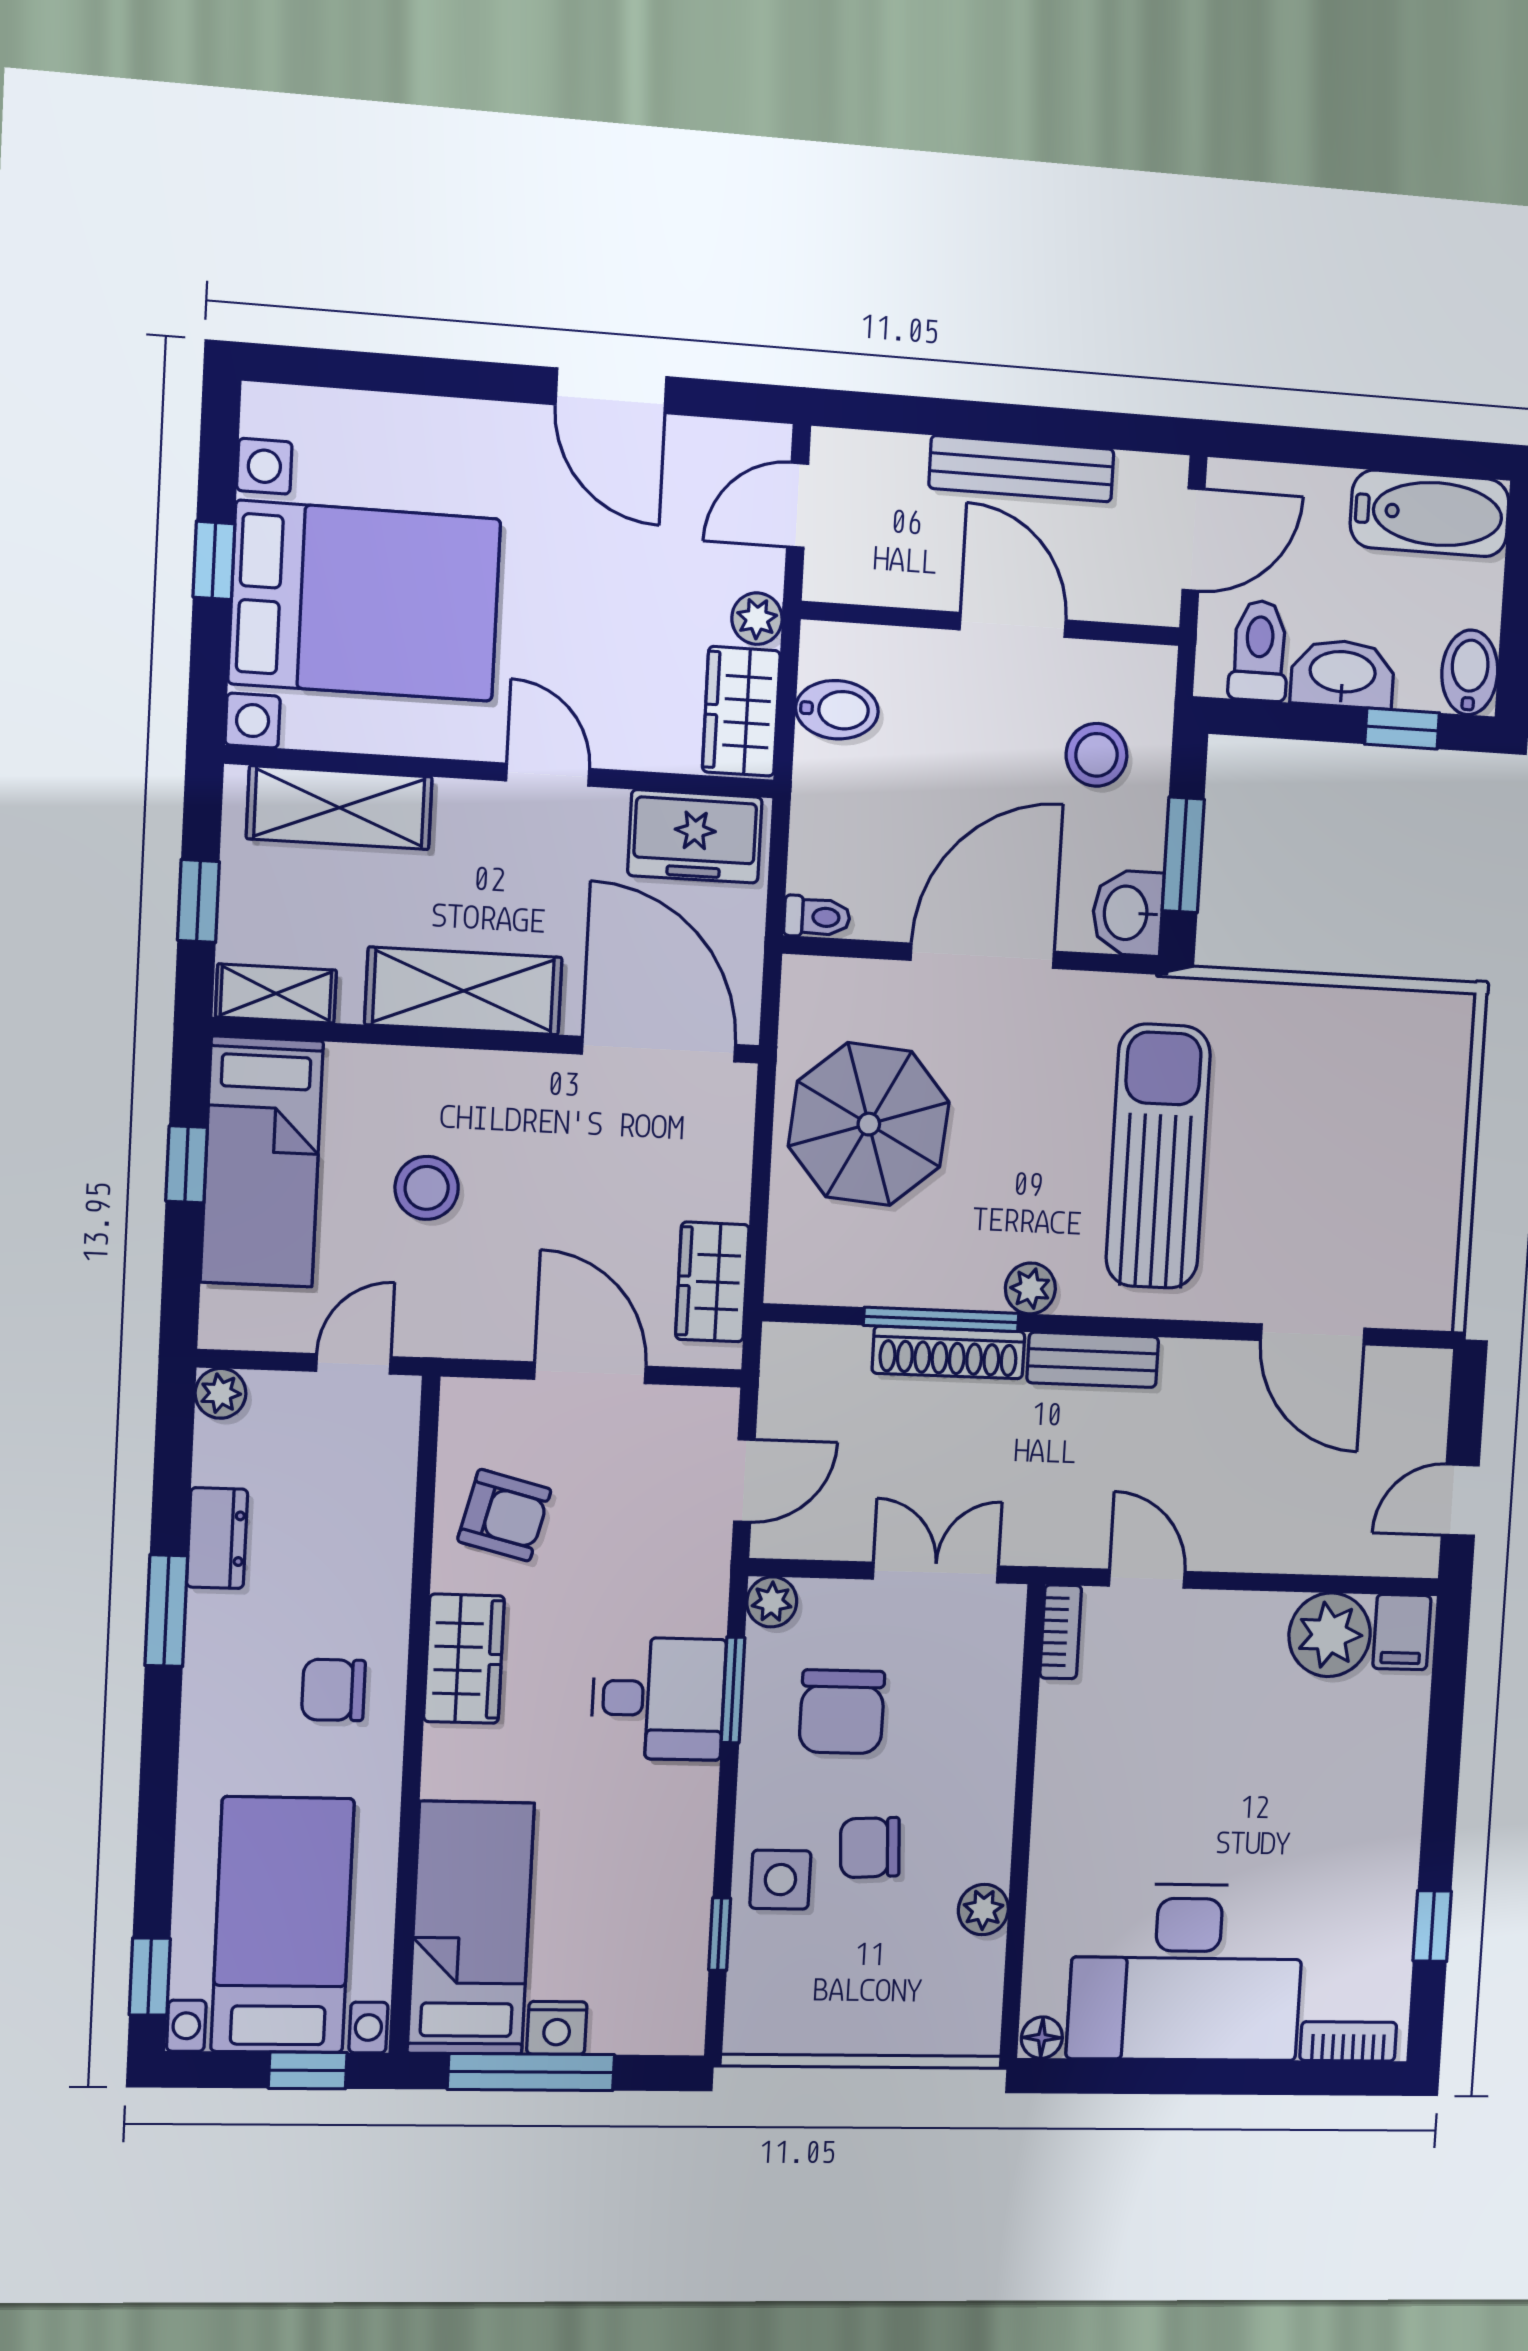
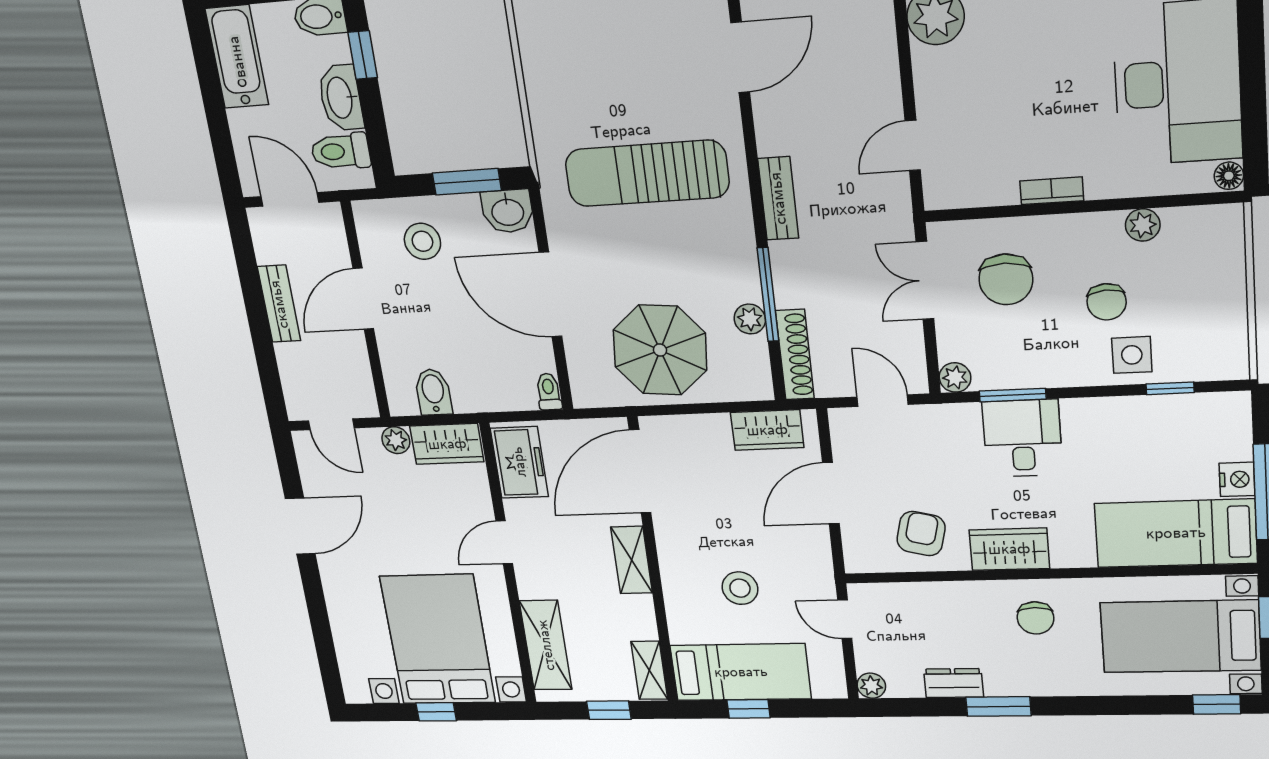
bench: (1022, 469) -> (279, 304), width x0.73
shelving: (464, 991) -> (632, 560), width x0.67, depth x0.75
plant: (1030, 1288) -> (750, 319), moved
shoe rack: (949, 1352) -> (795, 355), moved
bookcase: (1061, 1632) -> (1052, 191), moved
chair: (842, 1712) -> (1006, 279), moved, turned 90

